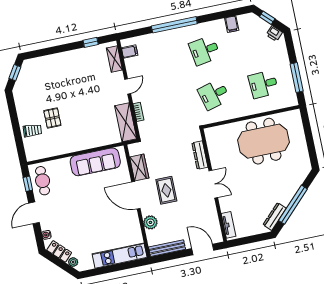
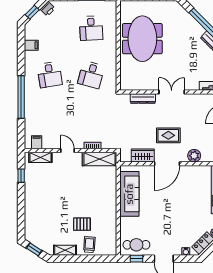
desk: (214, 95) -> (91, 75), turned 30
shelving: (21, 106) -> (65, 250), added

